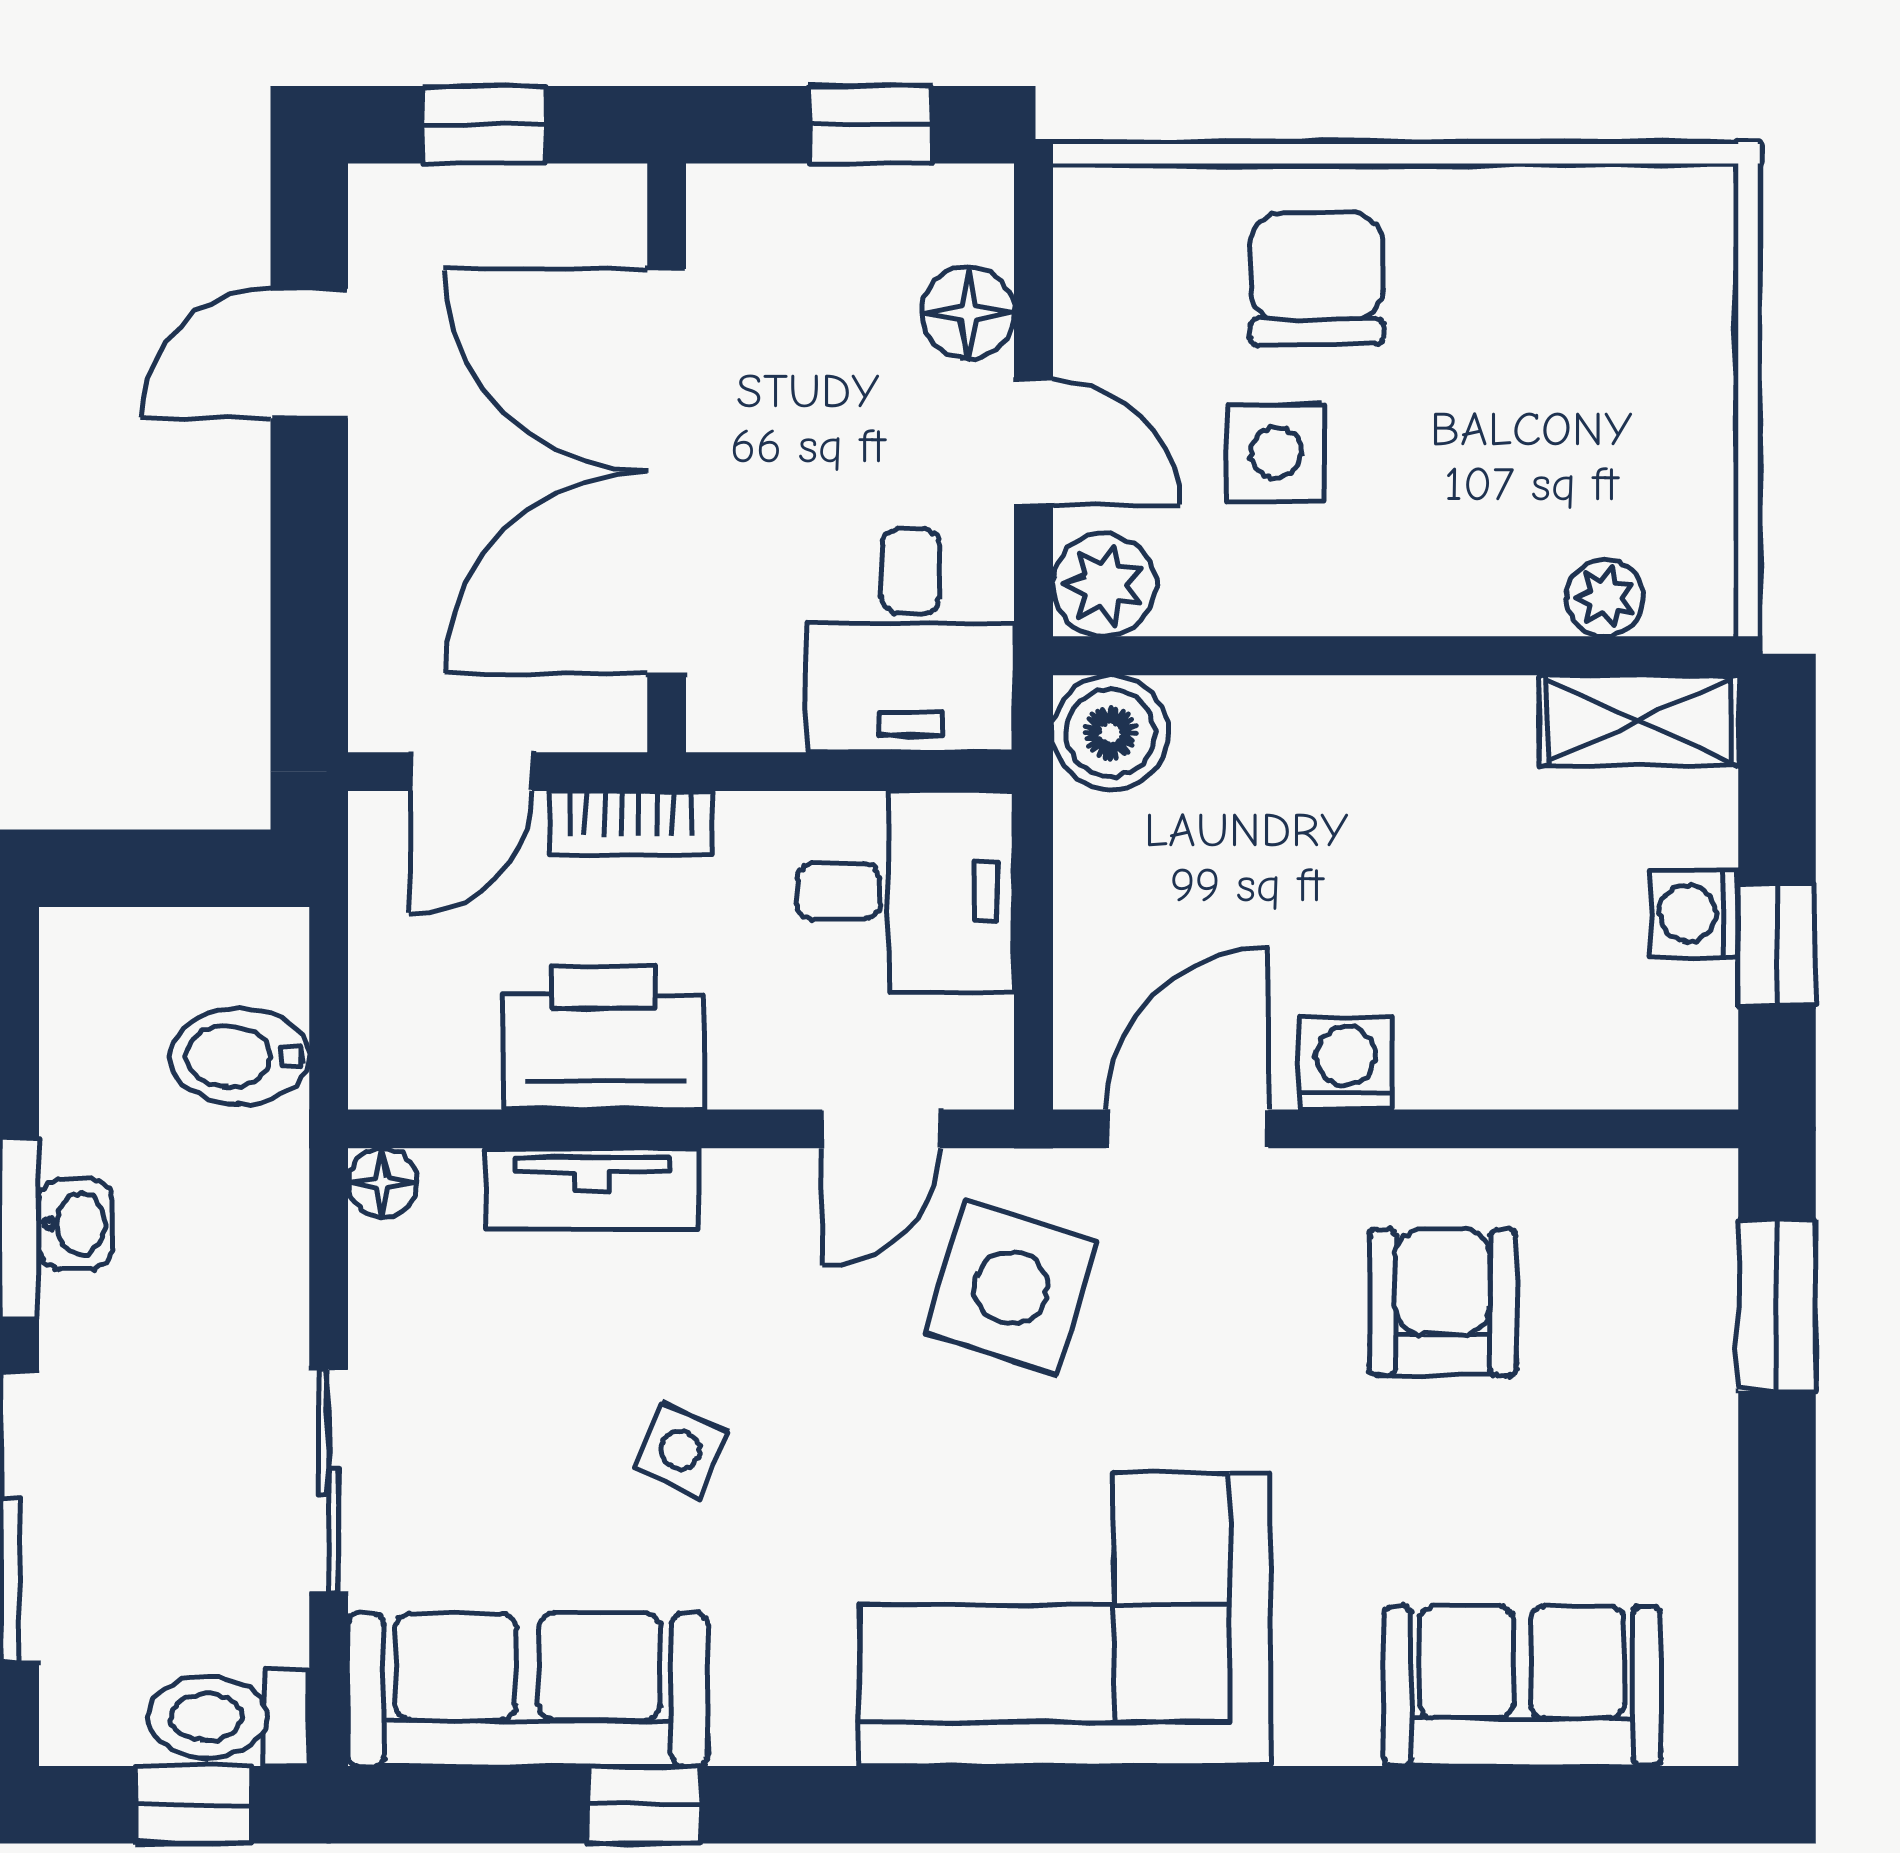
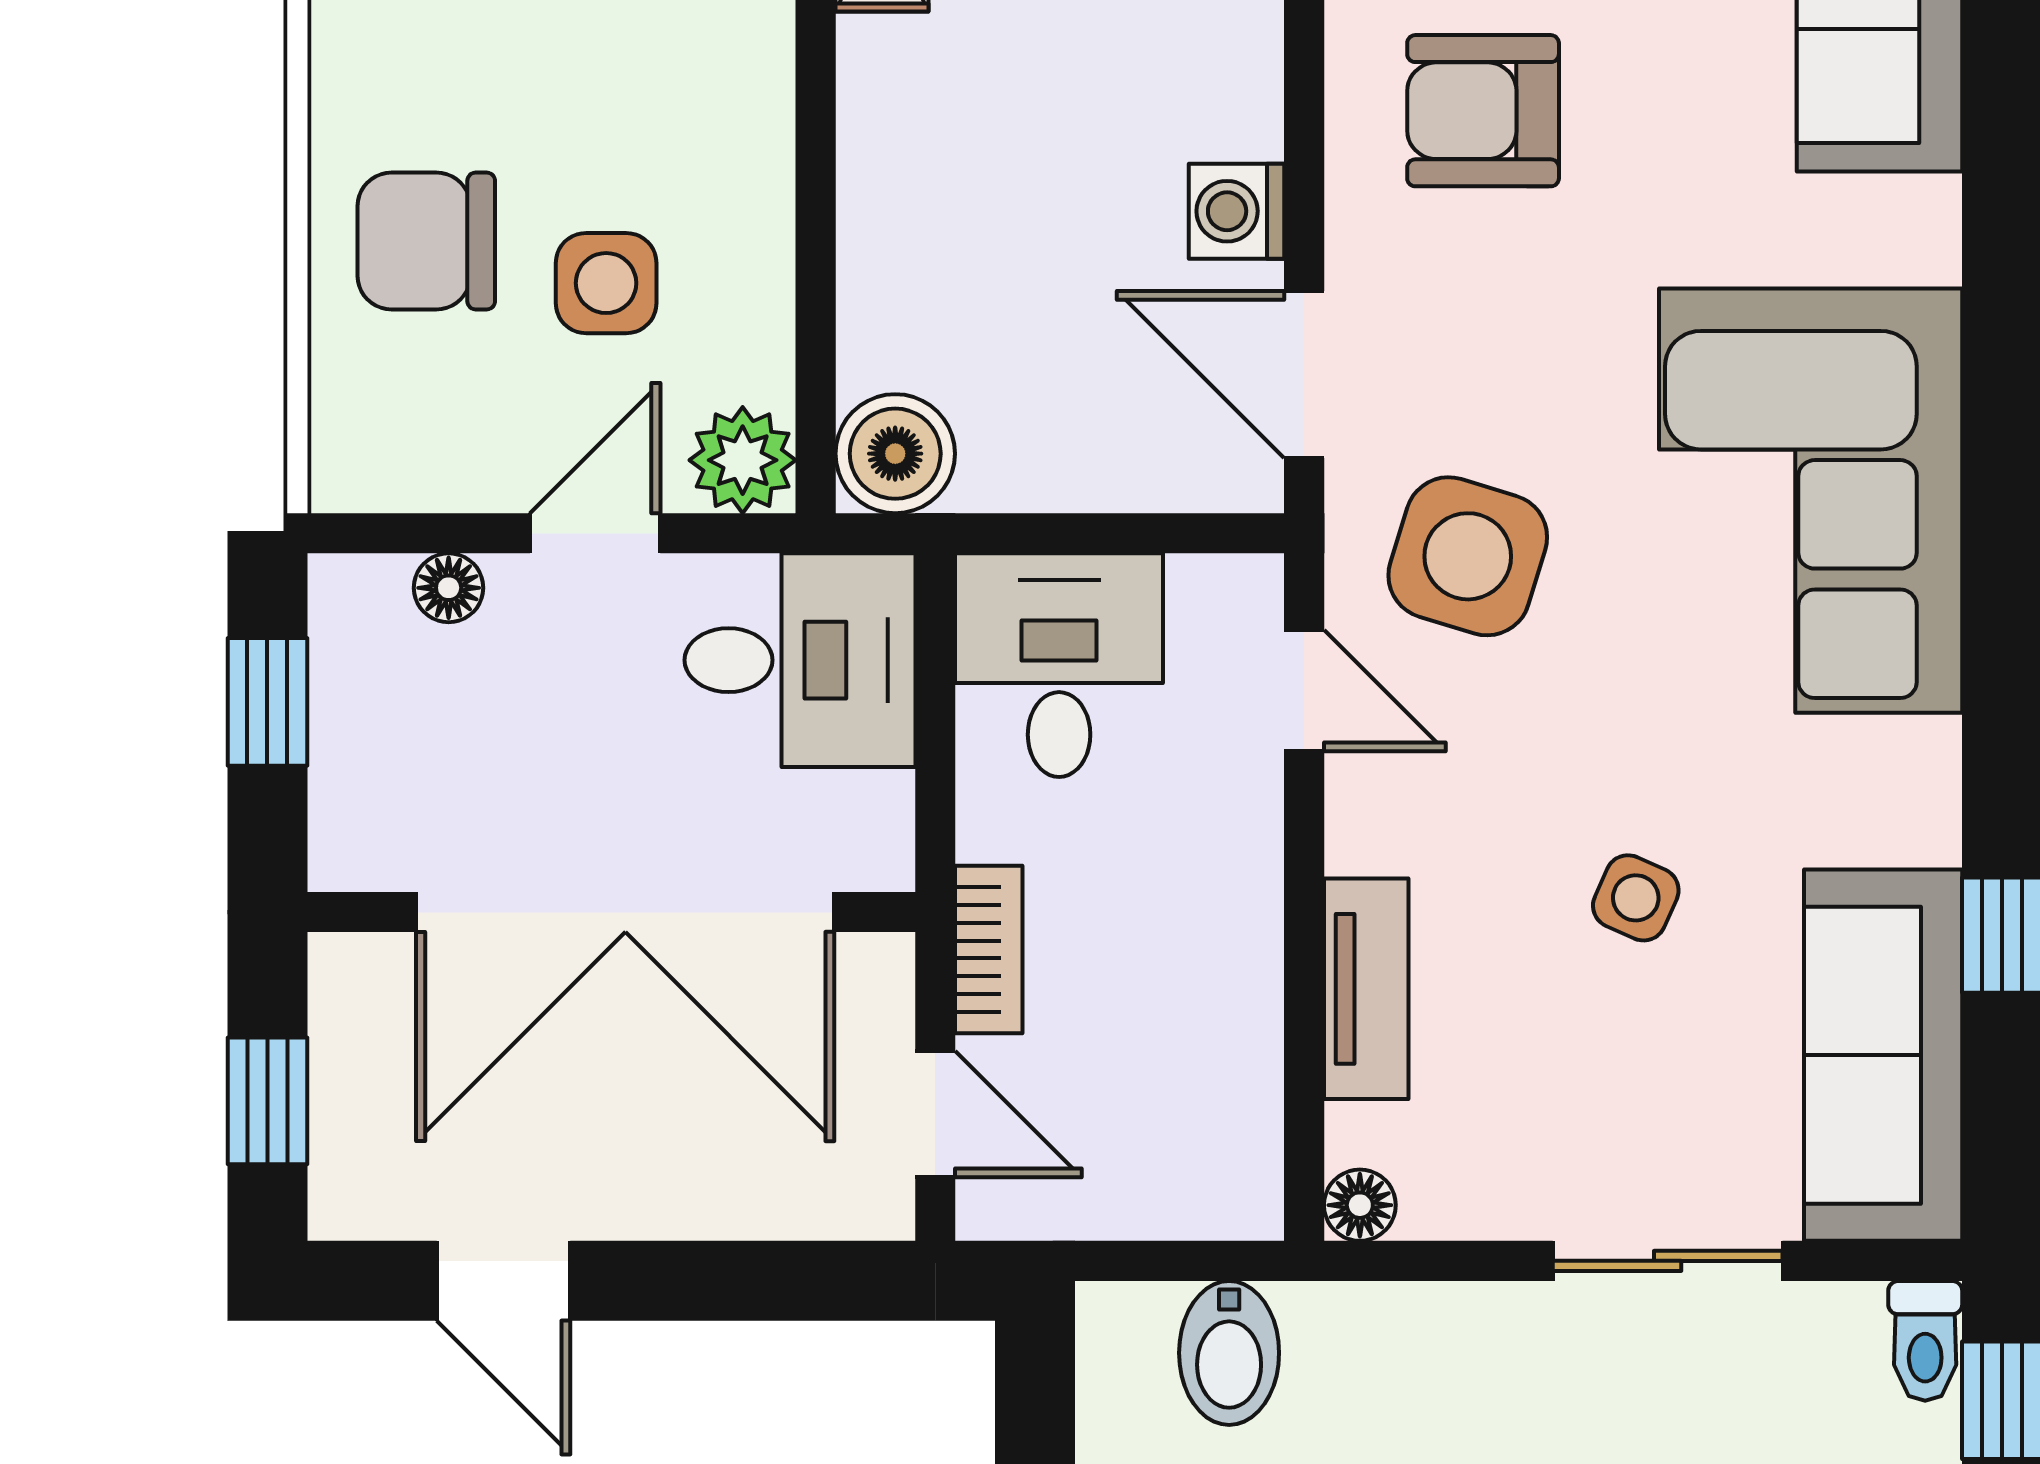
floor lamp: (968, 313) -> (449, 588), width x0.73, depth x0.73
printer: (604, 1037) -> (1210, 977), removed
toilet: (229, 1717) -> (1925, 1341), width x0.73, depth x0.72

